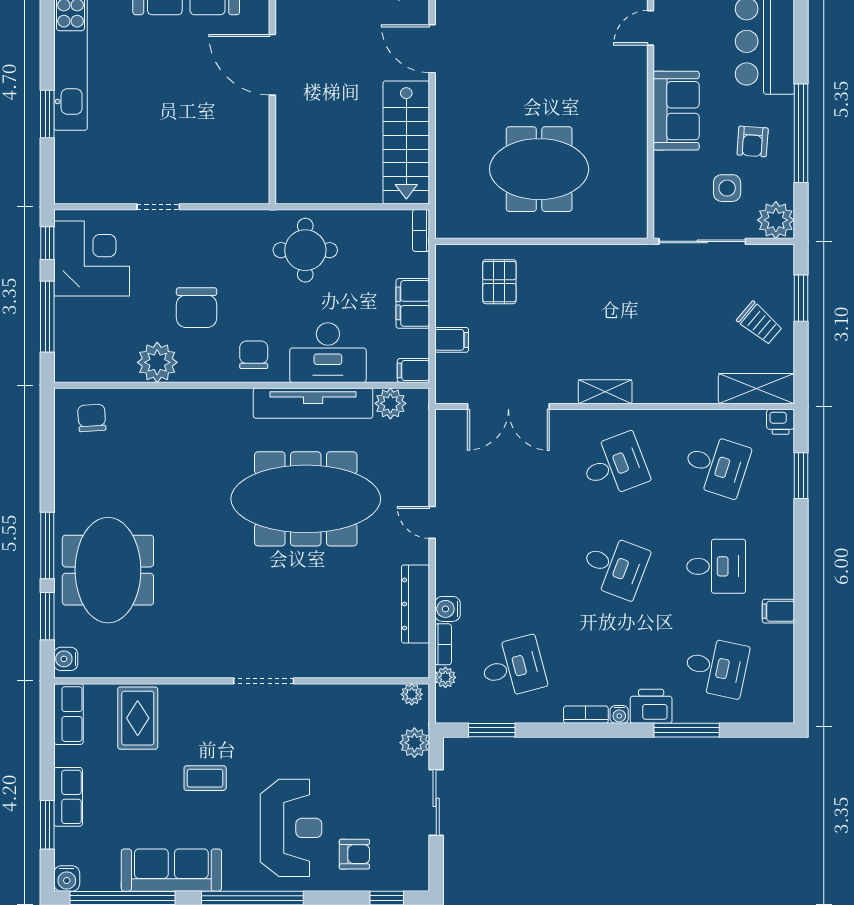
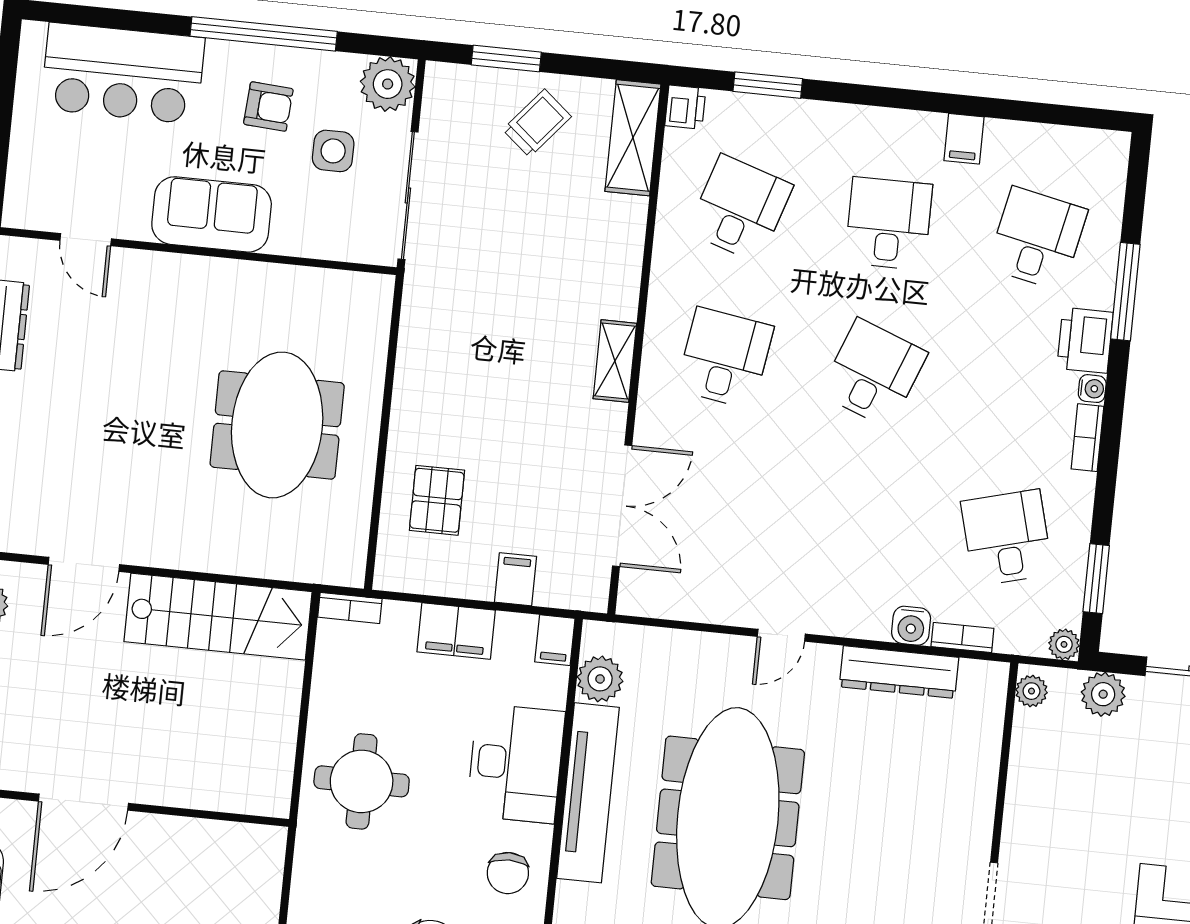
pallet: (499, 282) -> (437, 500), turned 90
chair: (254, 355) -> (508, 873), turned -90
desk: (615, 465) -> (725, 358), turned 30
plant: (445, 677) -> (1064, 644), moved

